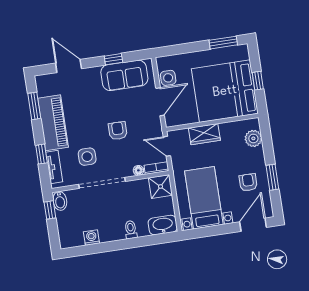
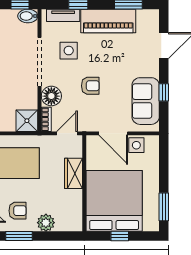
plant: (253, 138) -> (46, 223), moved
floor lamp: (138, 170) -> (51, 96), width x1.89, depth x1.89

